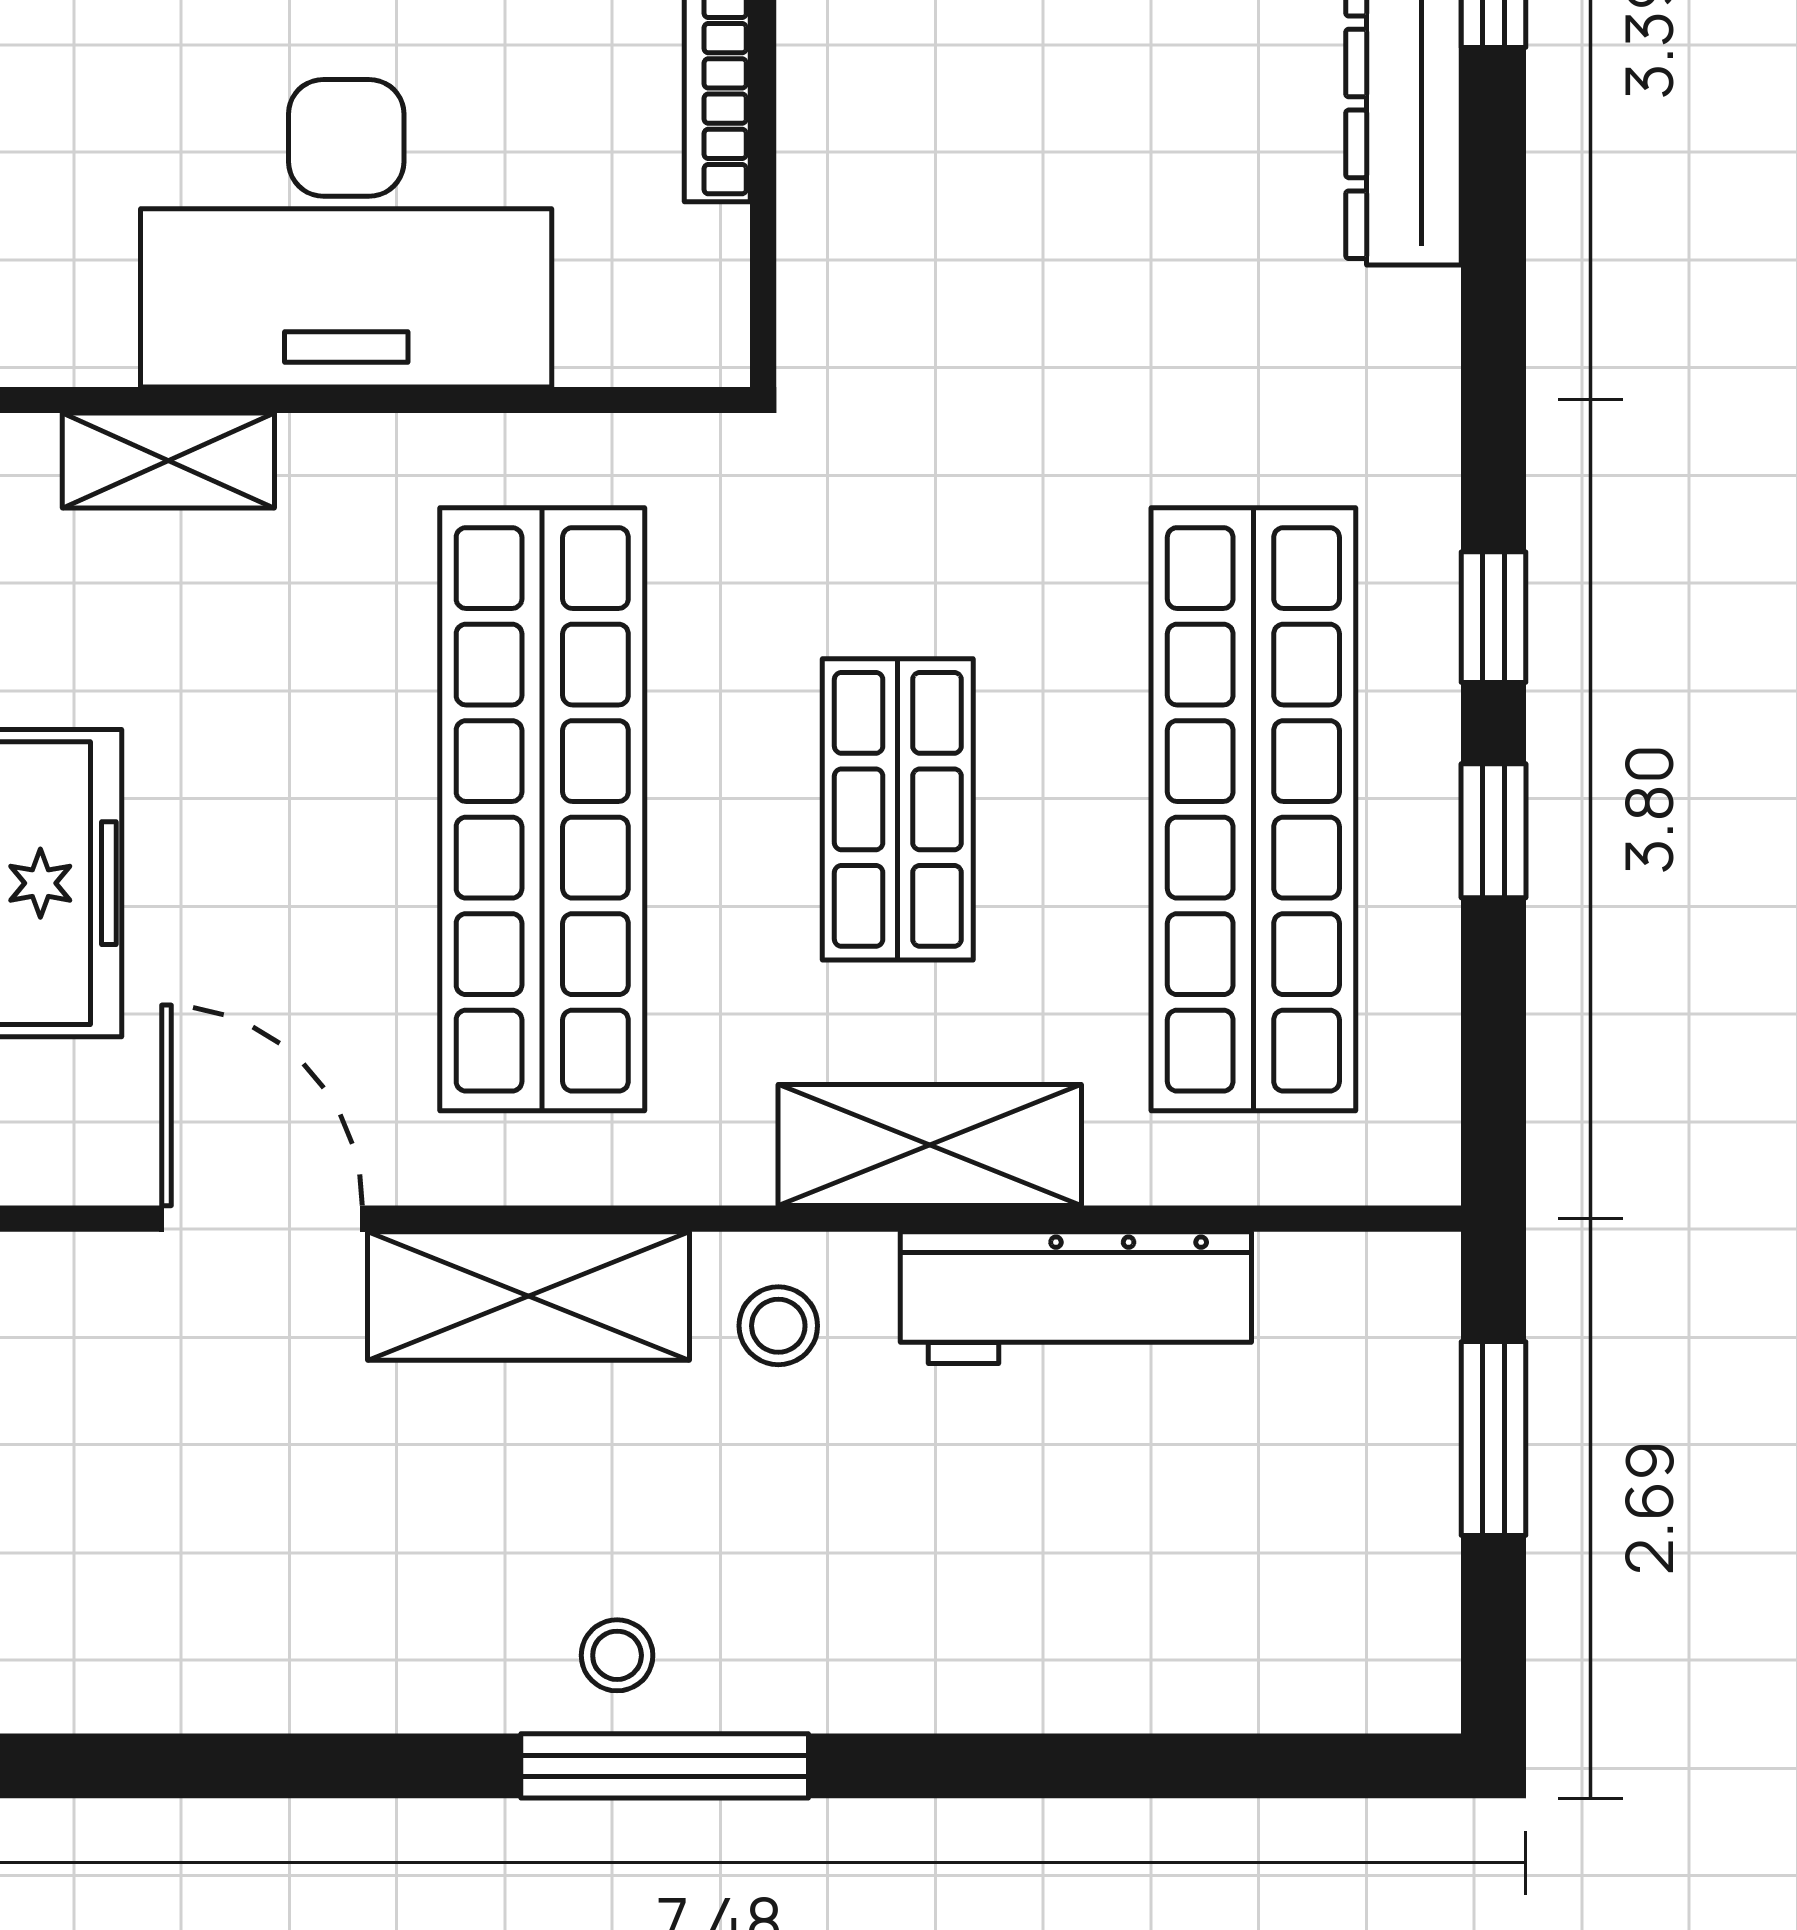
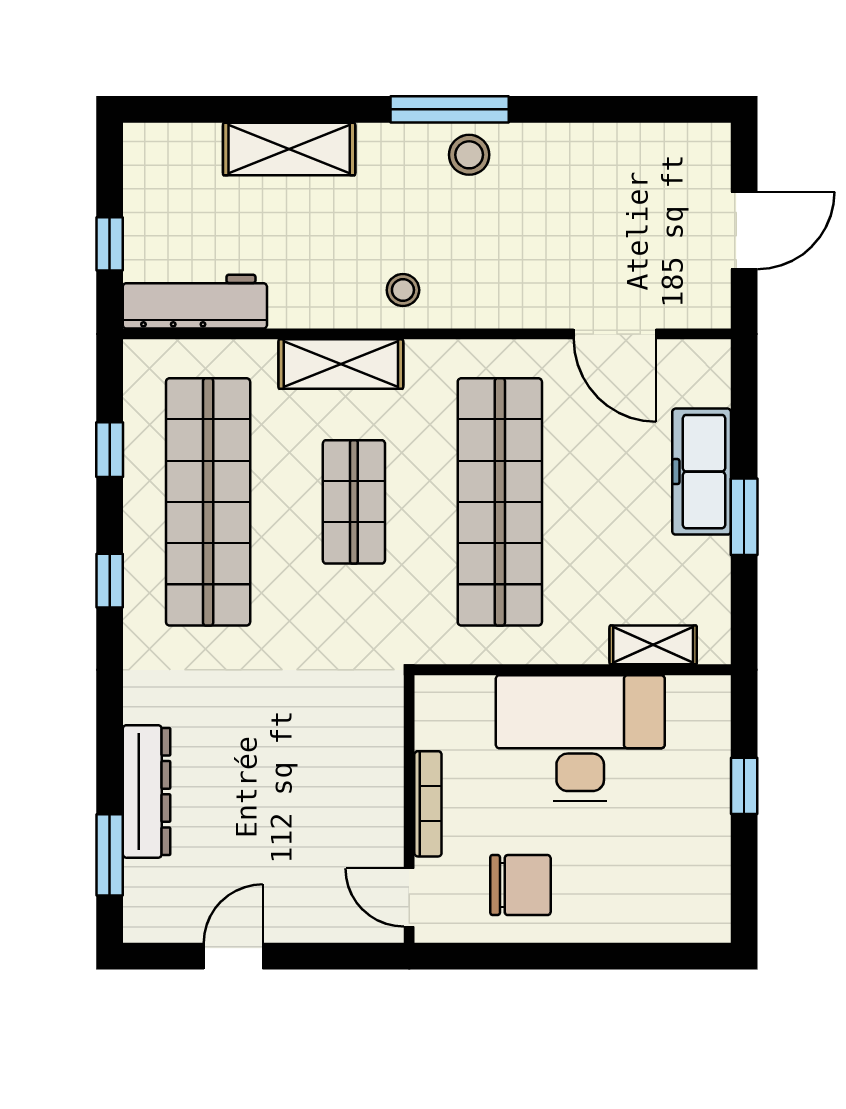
window: (1493, 831) -> (110, 450), moved
shelving: (528, 1296) -> (289, 149), moved
workbench: (1076, 1298) -> (195, 302), moved
window: (1493, 1438) -> (110, 244), width x0.67
stool: (617, 1655) -> (469, 155), width x1.37, depth x1.37

